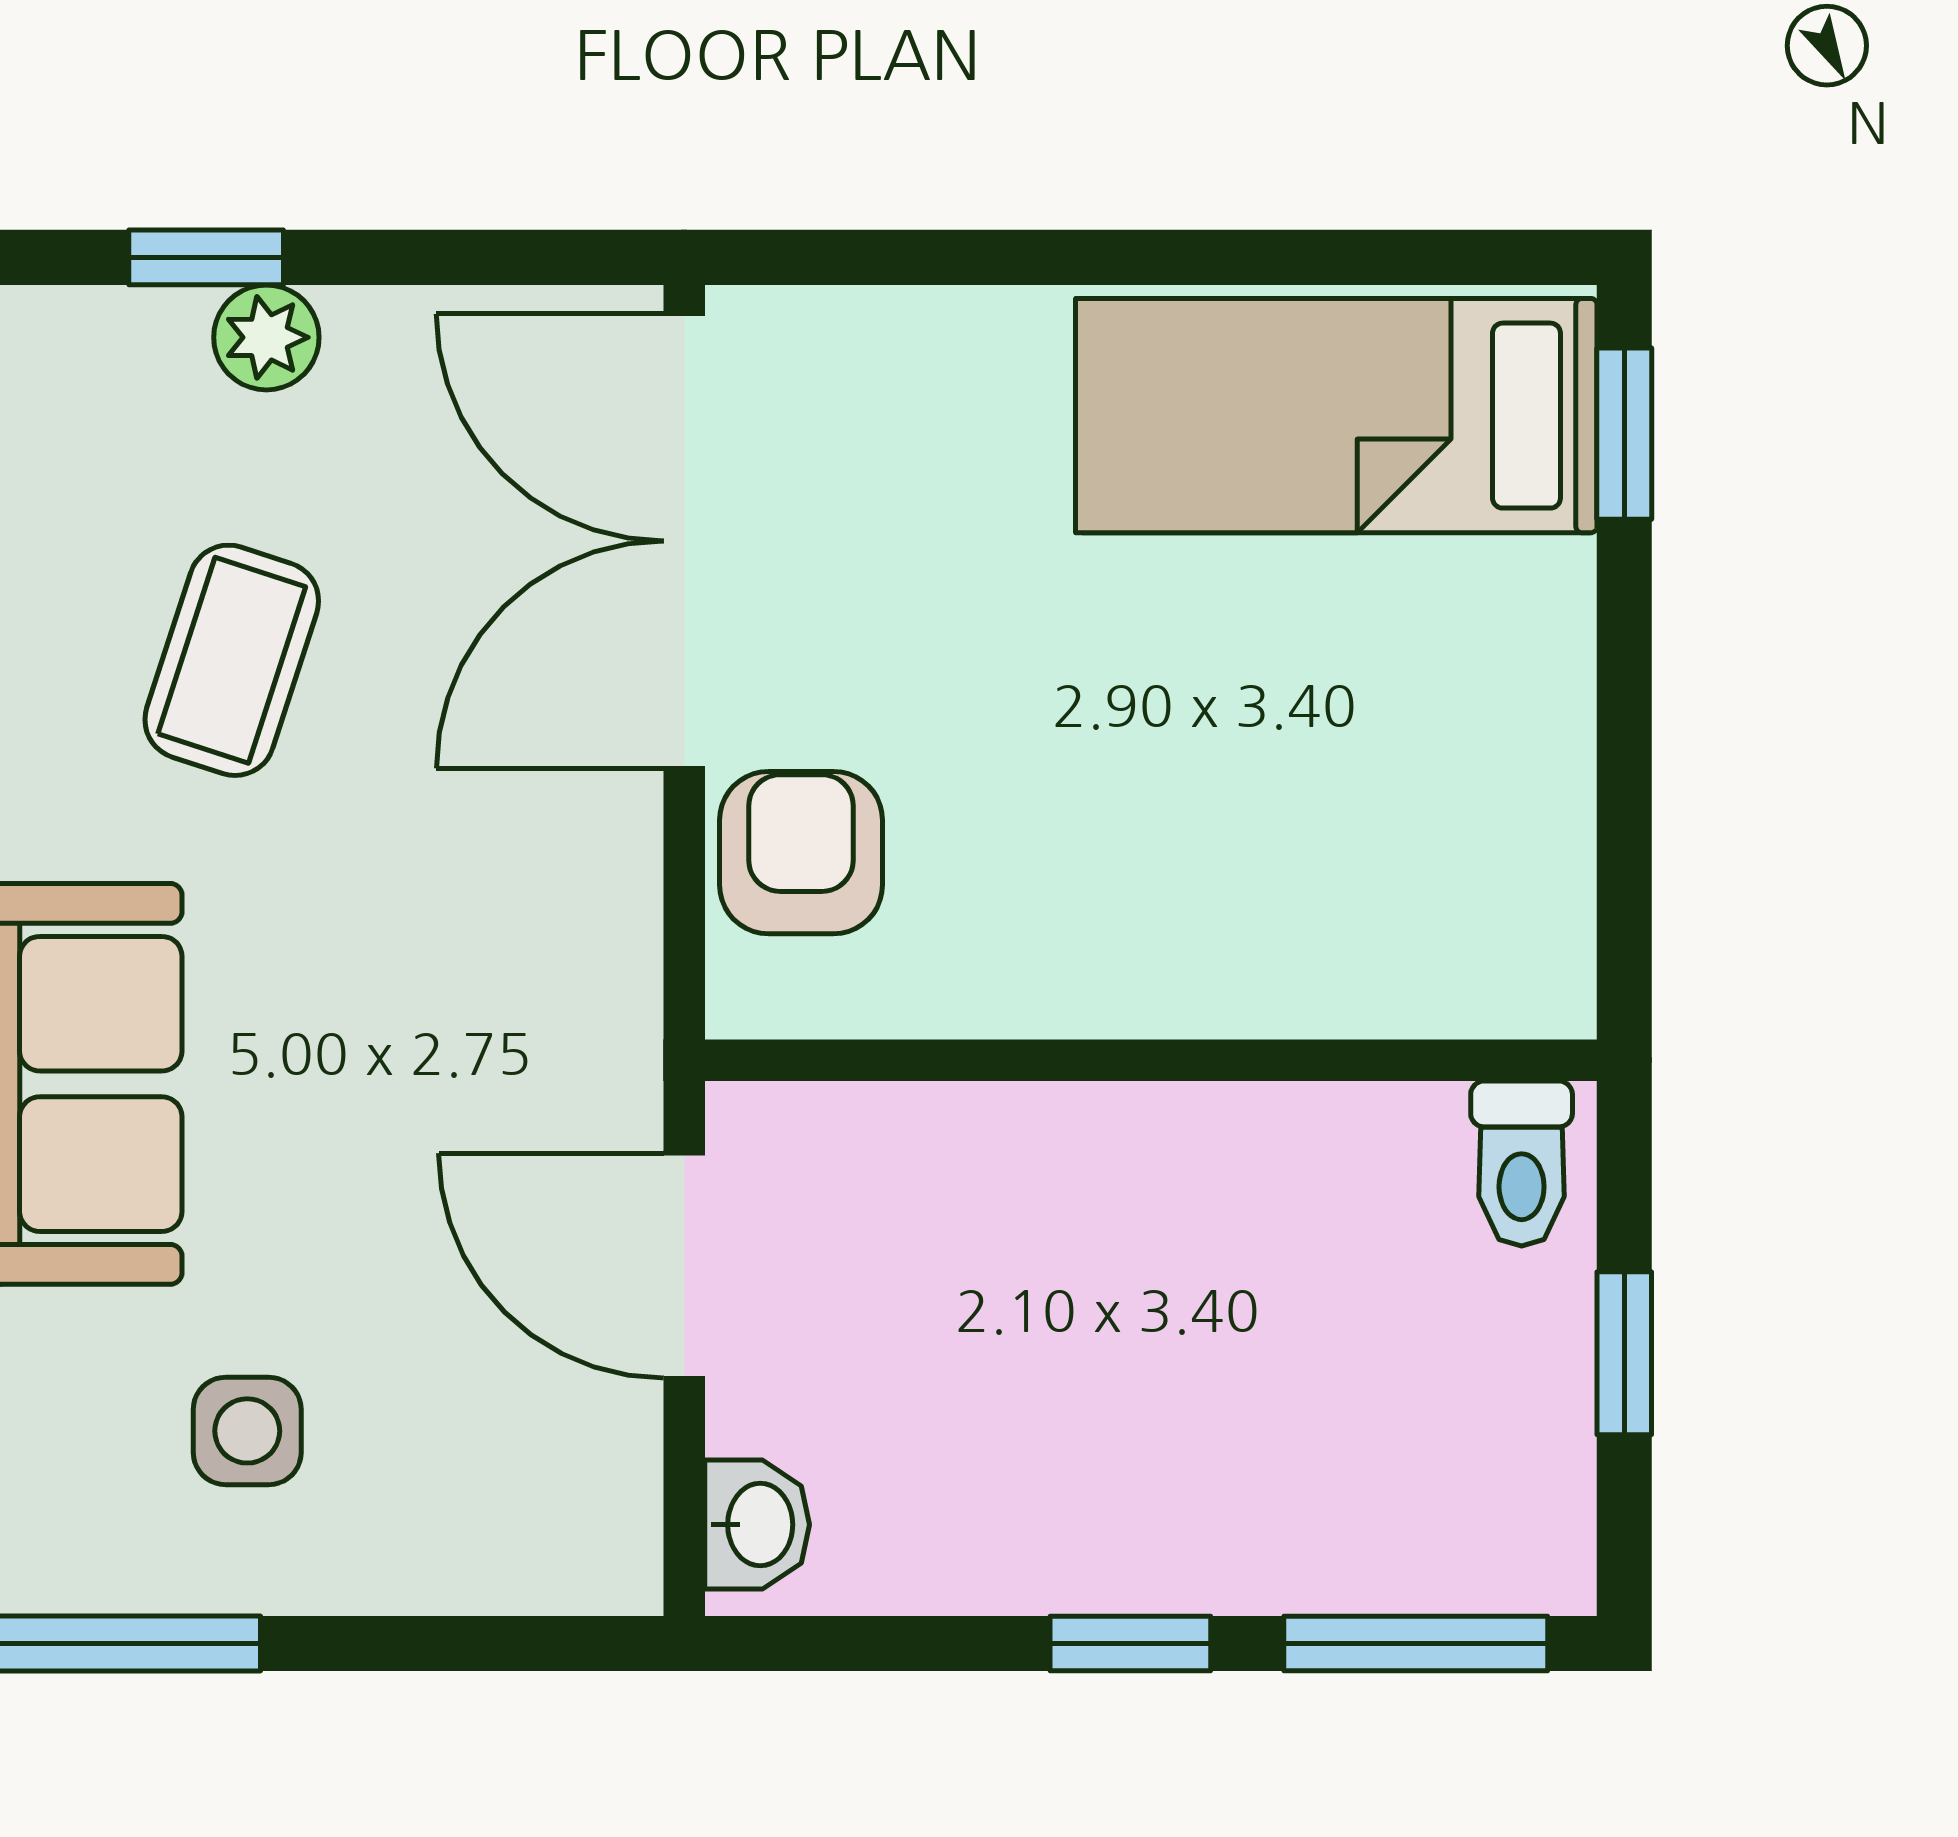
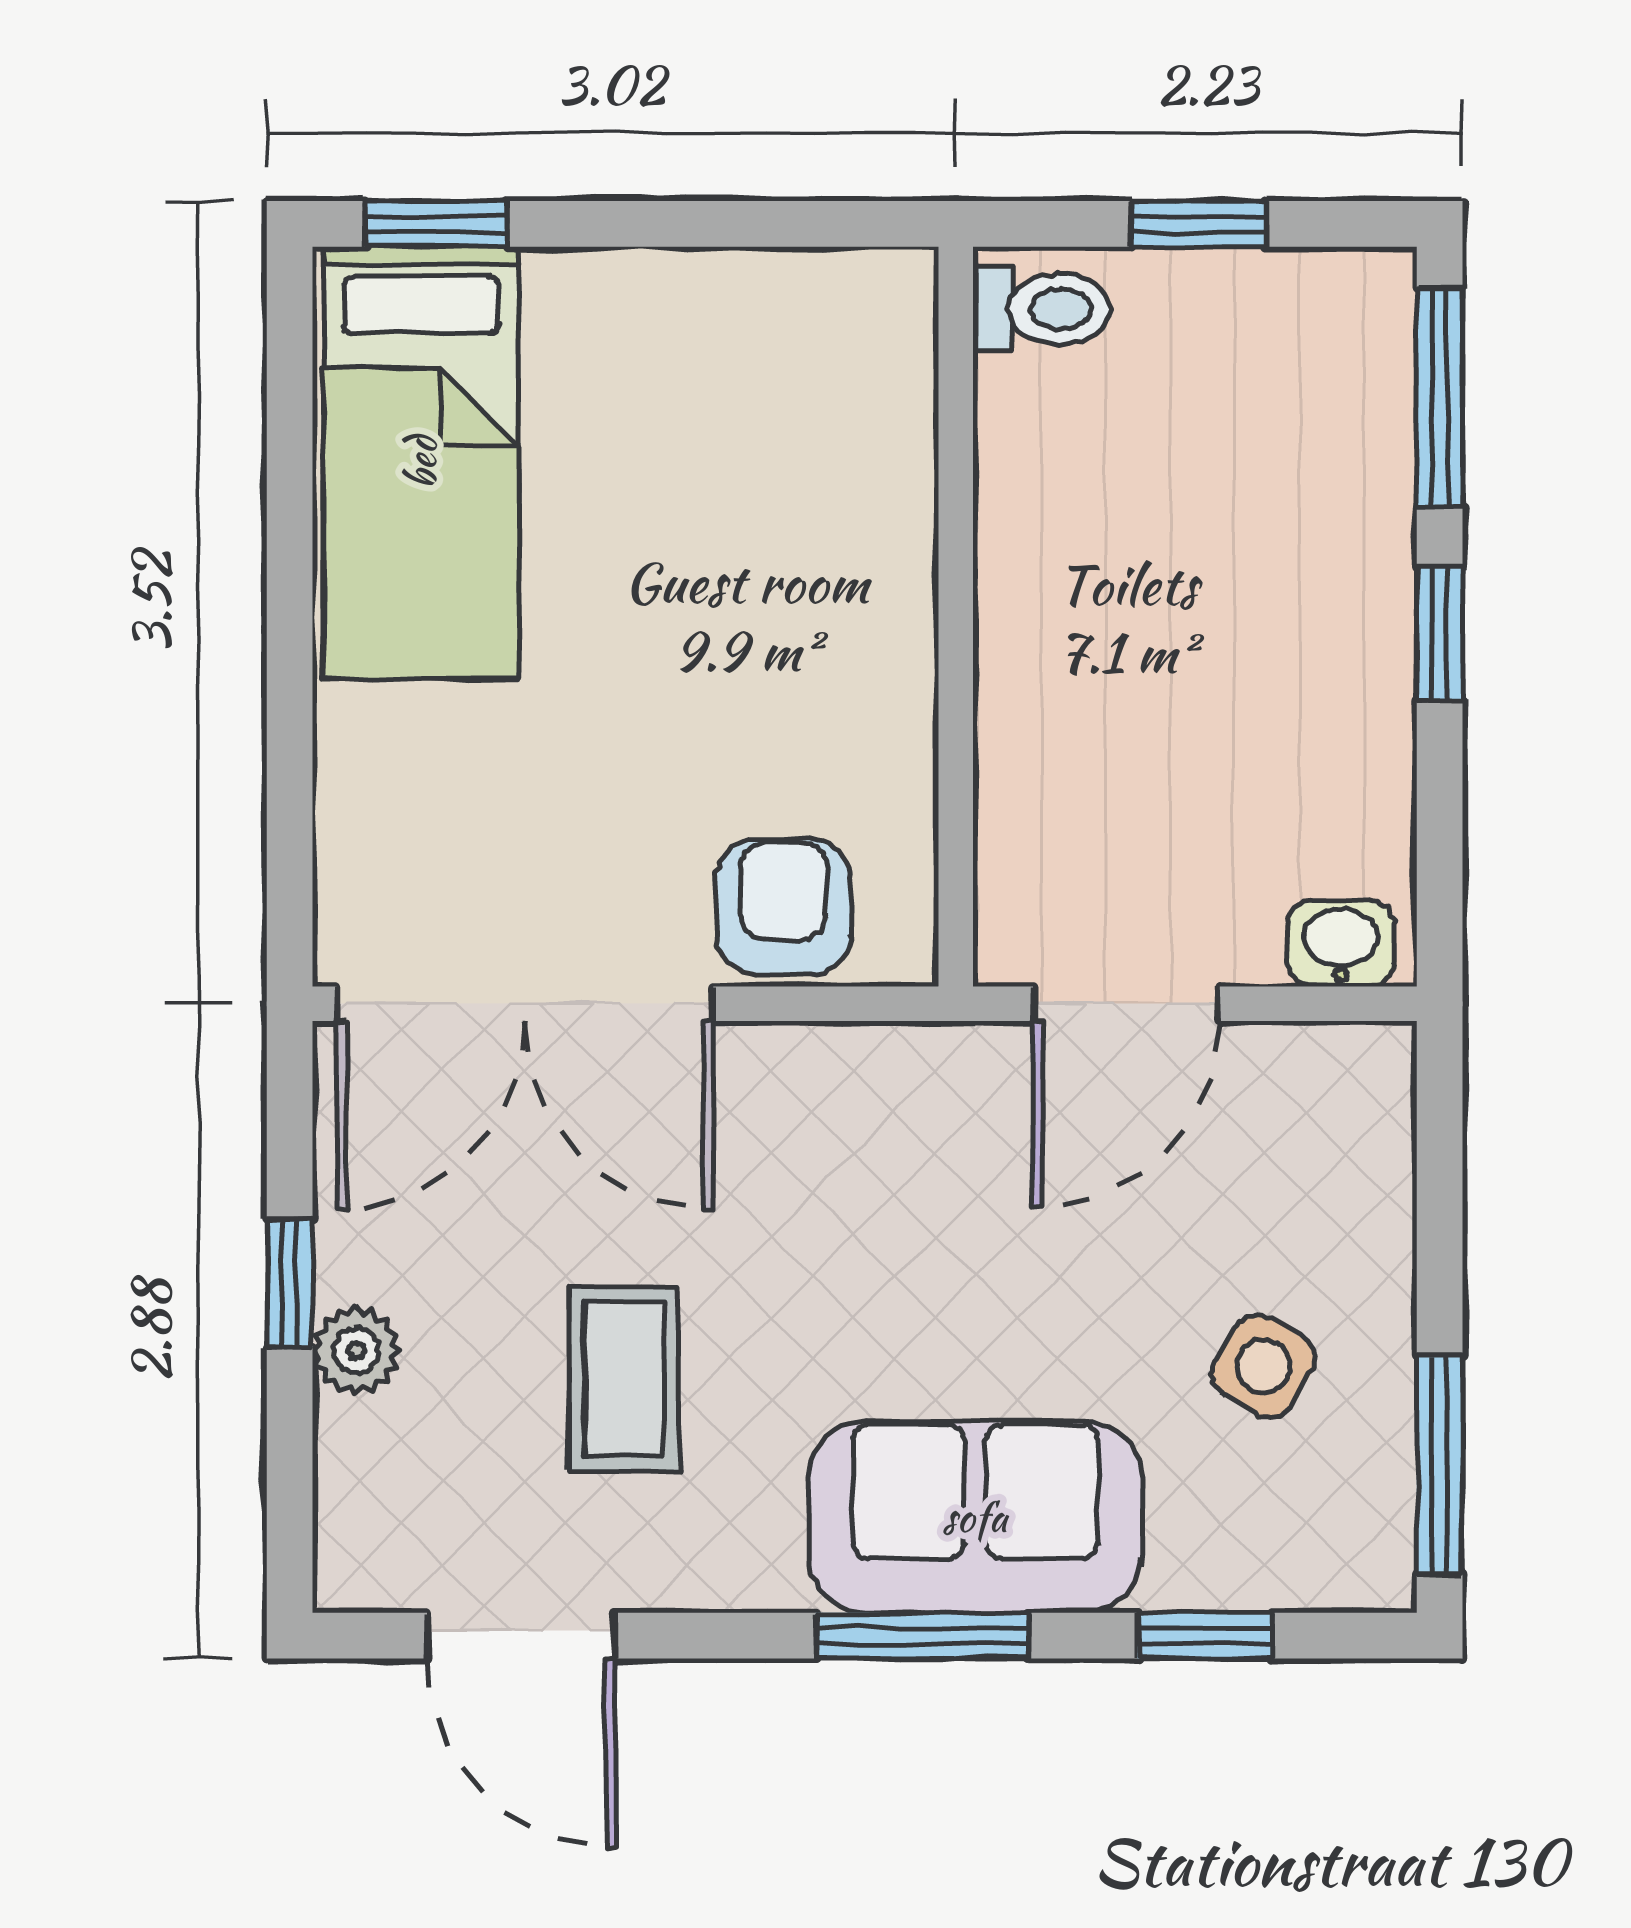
window: (206, 257) -> (290, 1283), moved
coffee table: (232, 660) -> (624, 1379), turned 72
armchair: (801, 853) -> (783, 907), turned 90
side table: (247, 1431) -> (1263, 1366), turned 31

